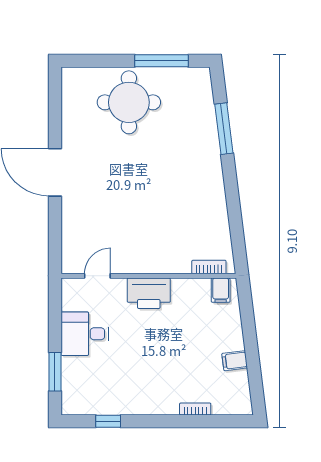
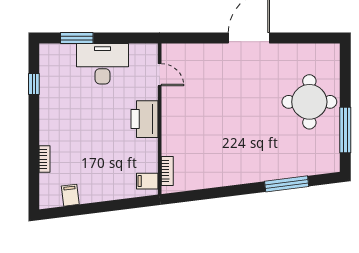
desk: (85, 334) -> (103, 64), width x1.37
filing cabinet: (235, 361) -> (70, 195), moved

